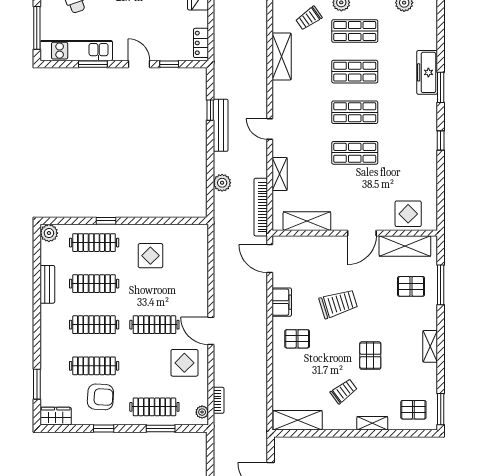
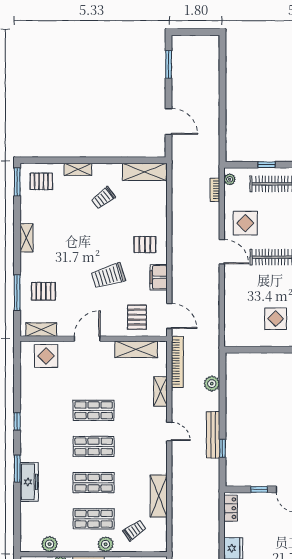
shelving: (405, 246) -> (41, 330), width x0.67, depth x0.75
pallet: (370, 356) -> (137, 317), moved
window: (161, 428) -> (267, 165), width x0.67

